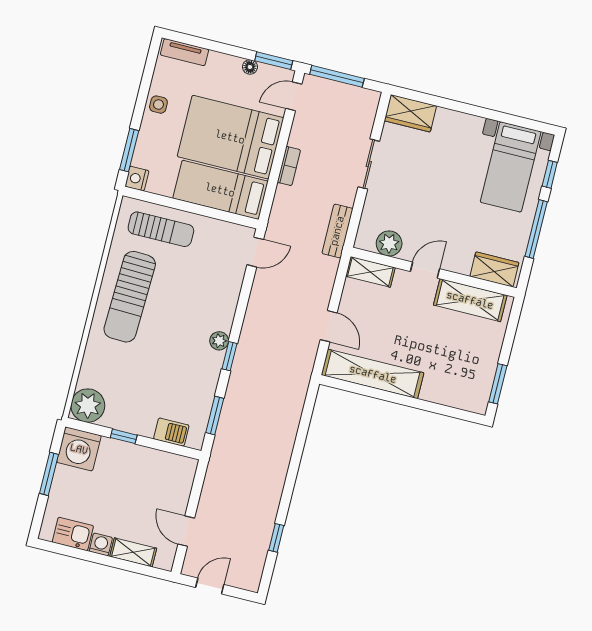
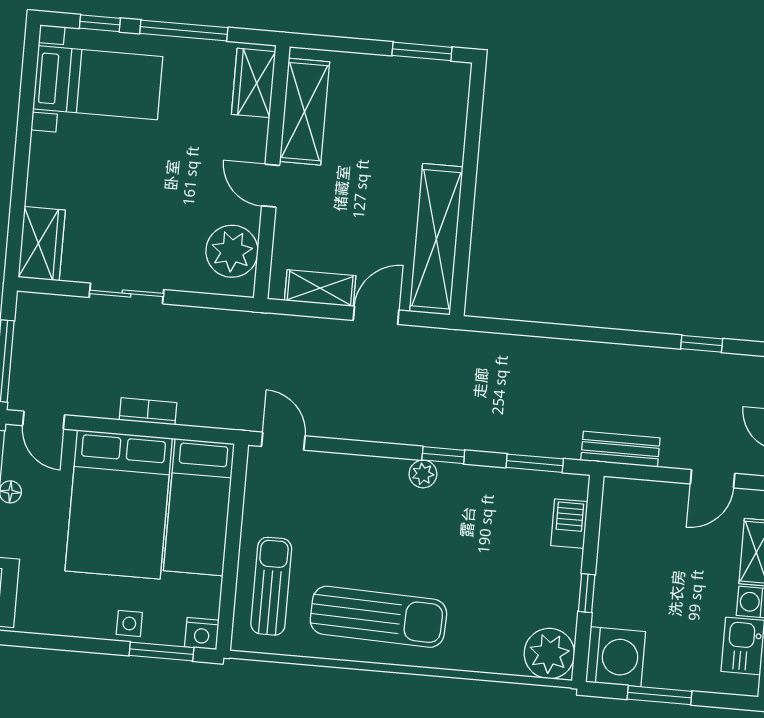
side table: (158, 105) -> (129, 623), moved
bench: (337, 231) -> (620, 449), moved
plant: (389, 244) -> (232, 251), width x1.36, depth x1.36
shelving: (370, 272) -> (320, 288), moved, turned 90

